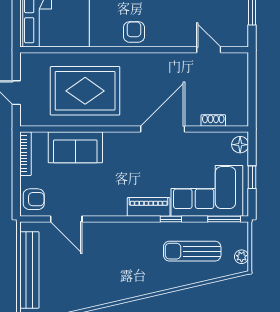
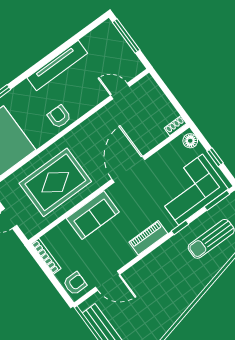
shoe rack: (213, 120) -> (175, 126), moved
sofa: (75, 147) -> (93, 215), moved
piano: (149, 207) -> (148, 238), moved

